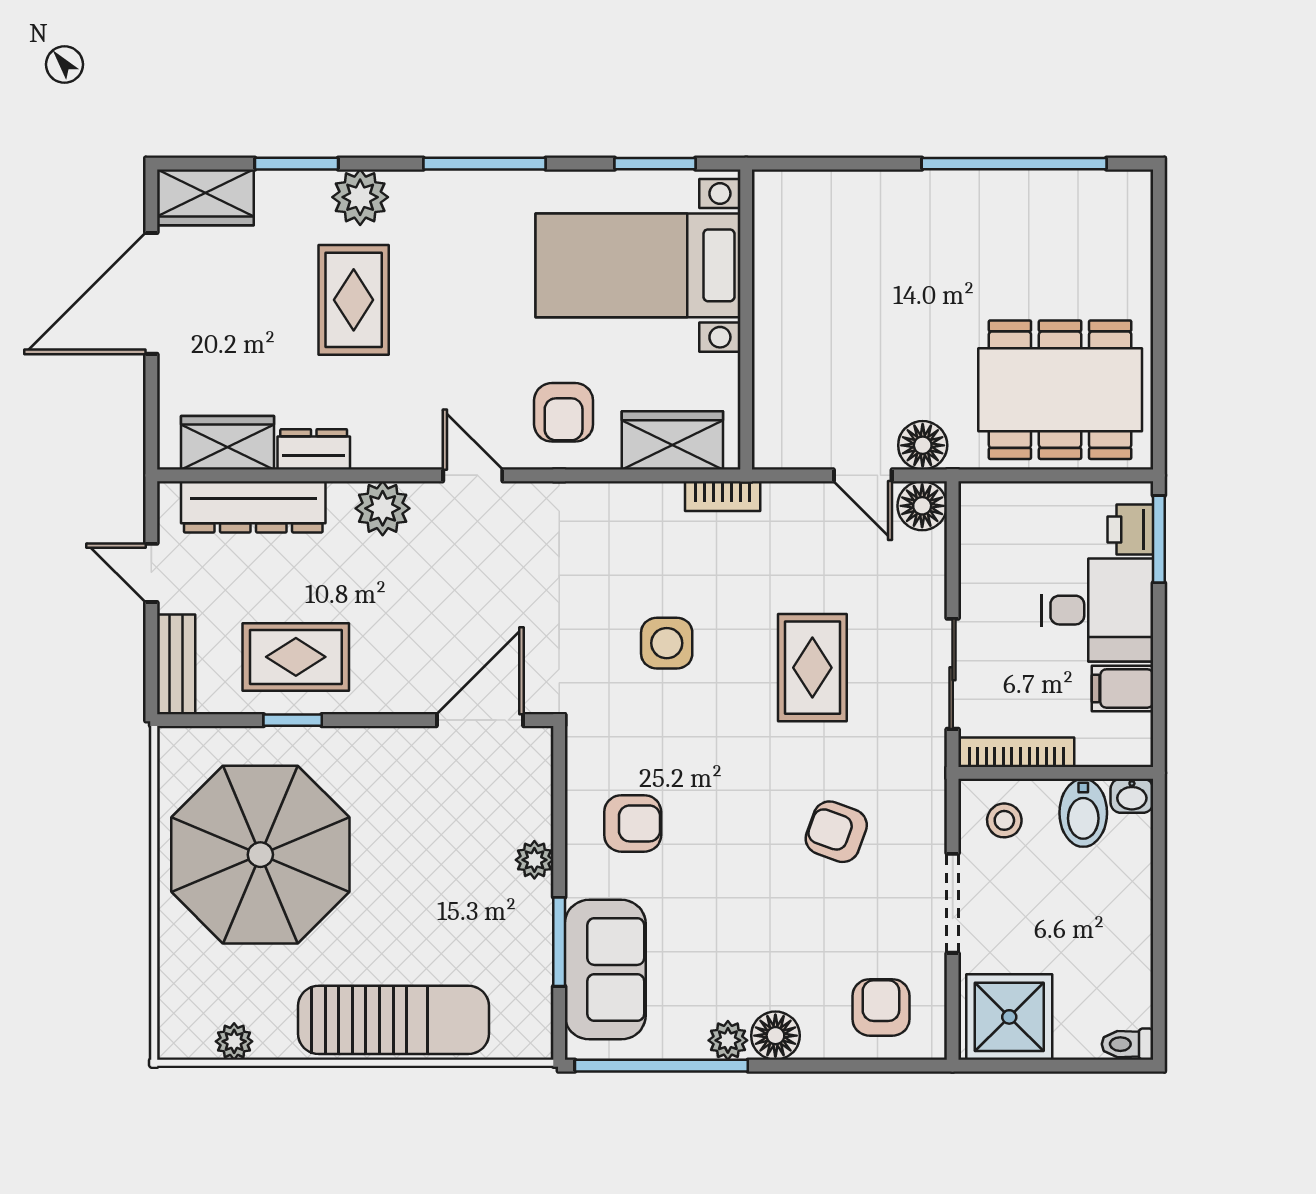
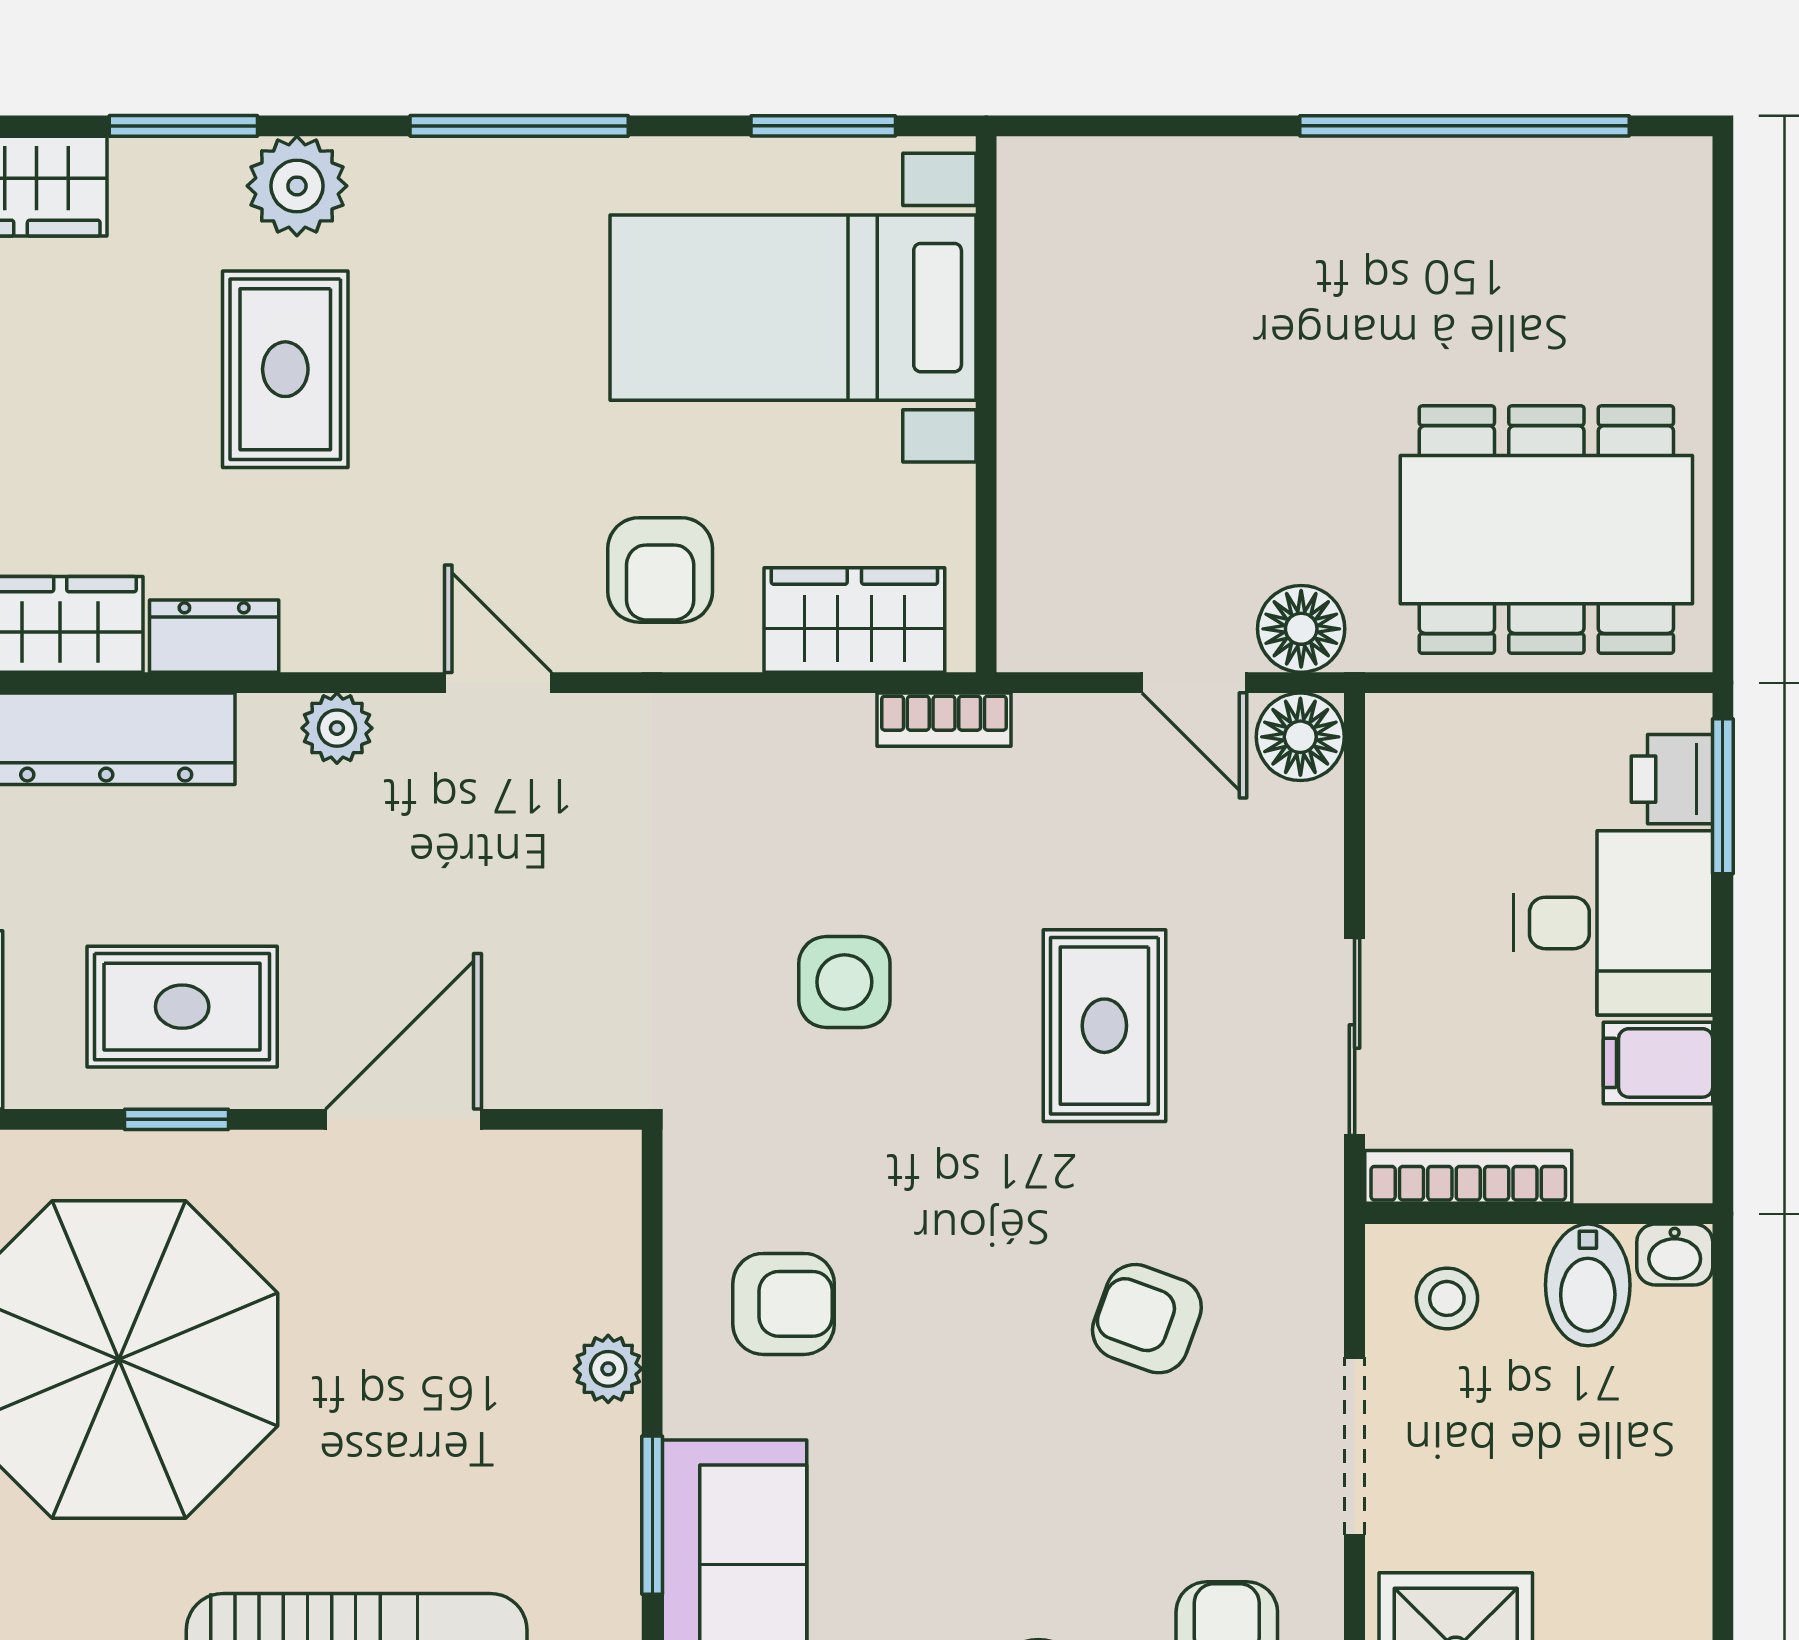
plant: (383, 508) -> (337, 728), width x0.73, depth x0.73
door: (480, 720) -> (403, 1119), moved

